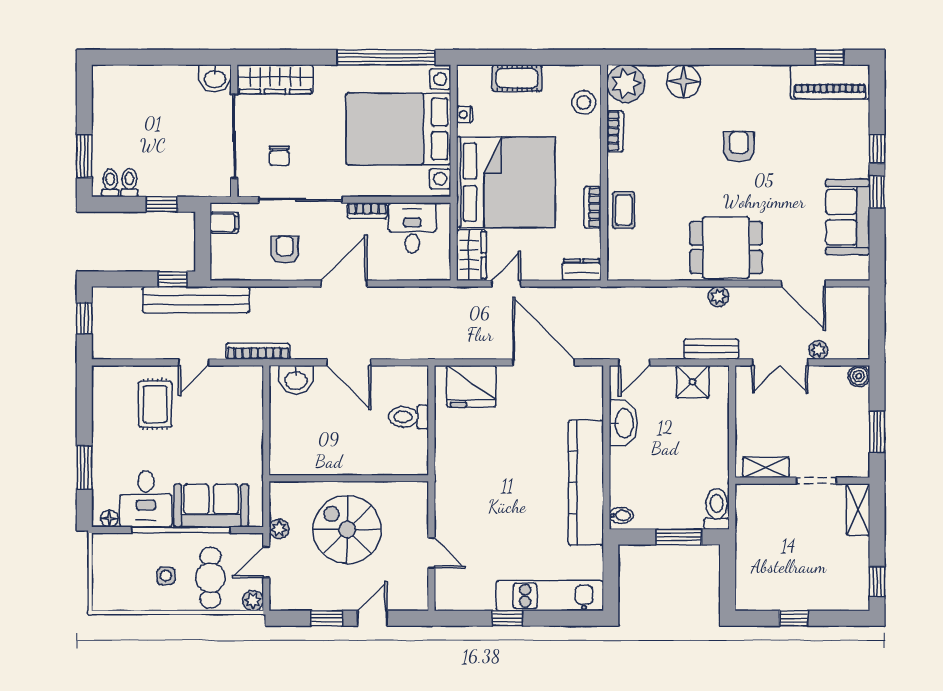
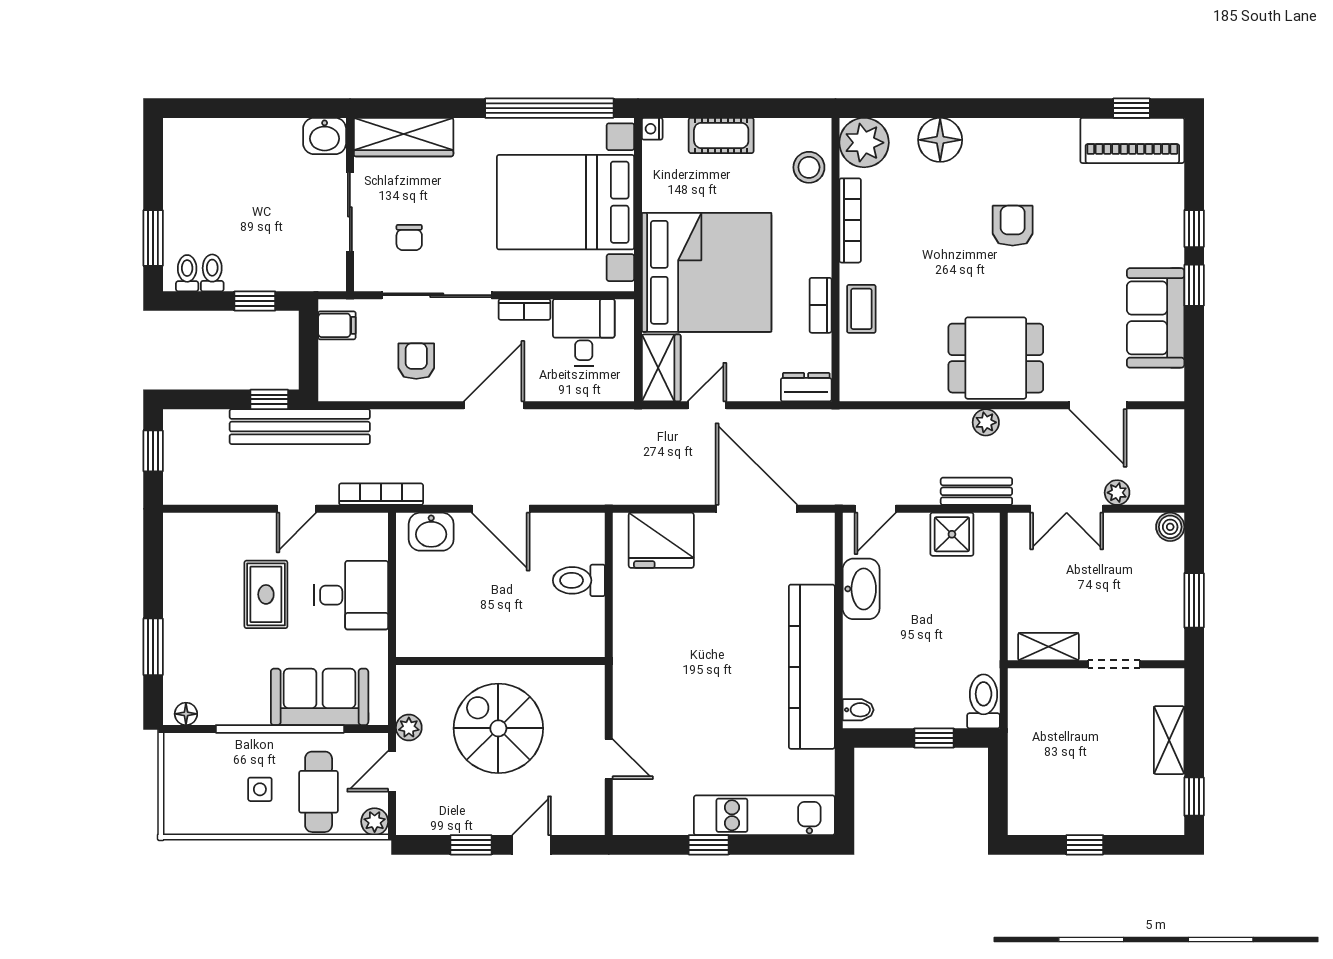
nightstand: (464, 115) -> (652, 129), moved
bookcase: (615, 131) -> (850, 220), width x1.56
sliding door: (234, 136) -> (350, 212), width x0.73
rug: (155, 404) -> (266, 594), moved
desk: (146, 499) -> (351, 595), moved, turned -90
shelving: (858, 510) -> (1169, 740), moved
window: (679, 537) -> (934, 738), width x0.67

